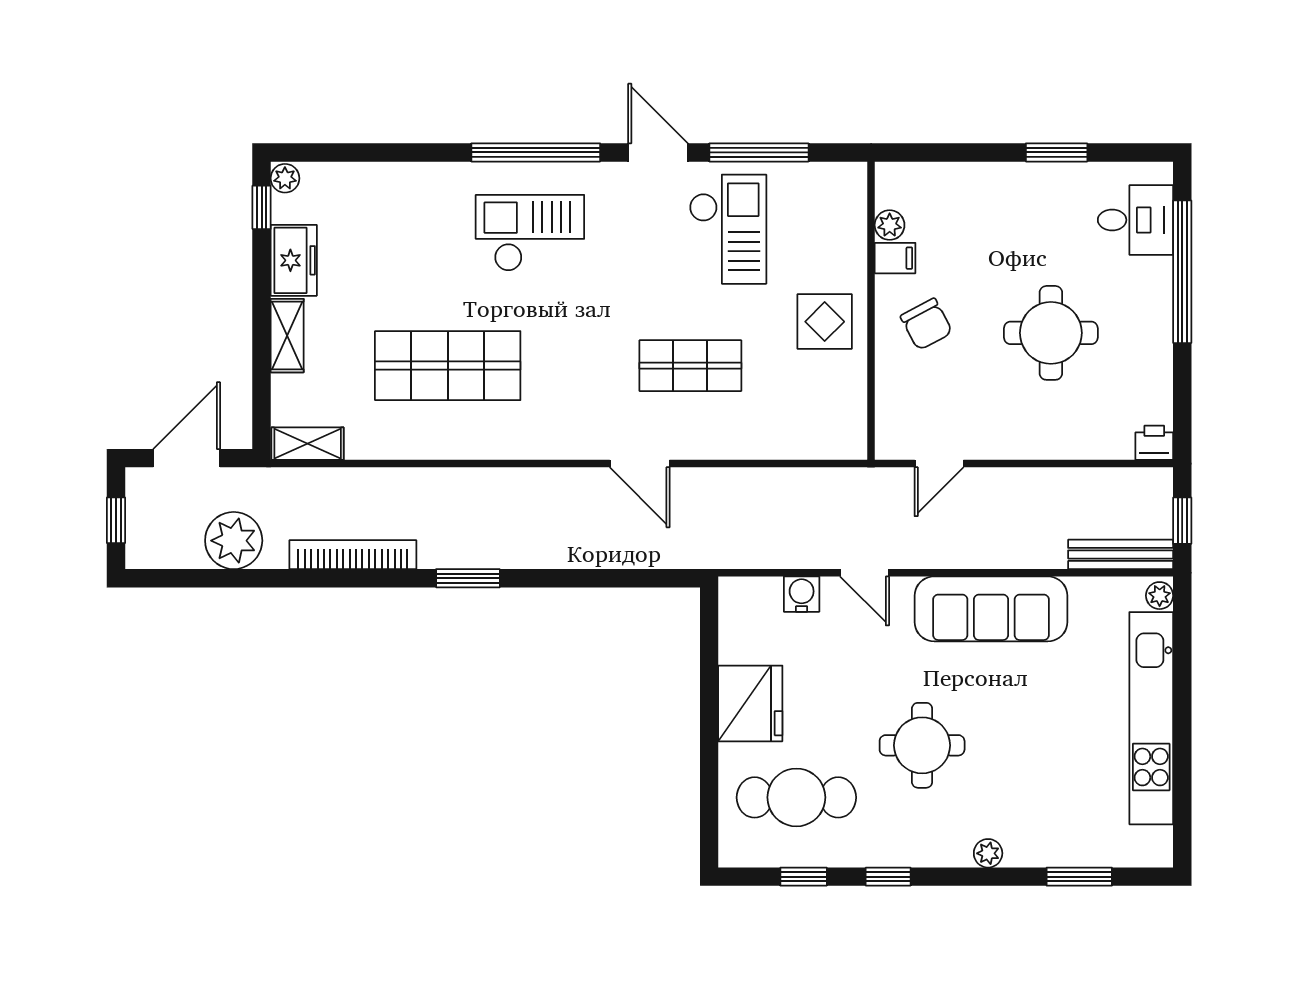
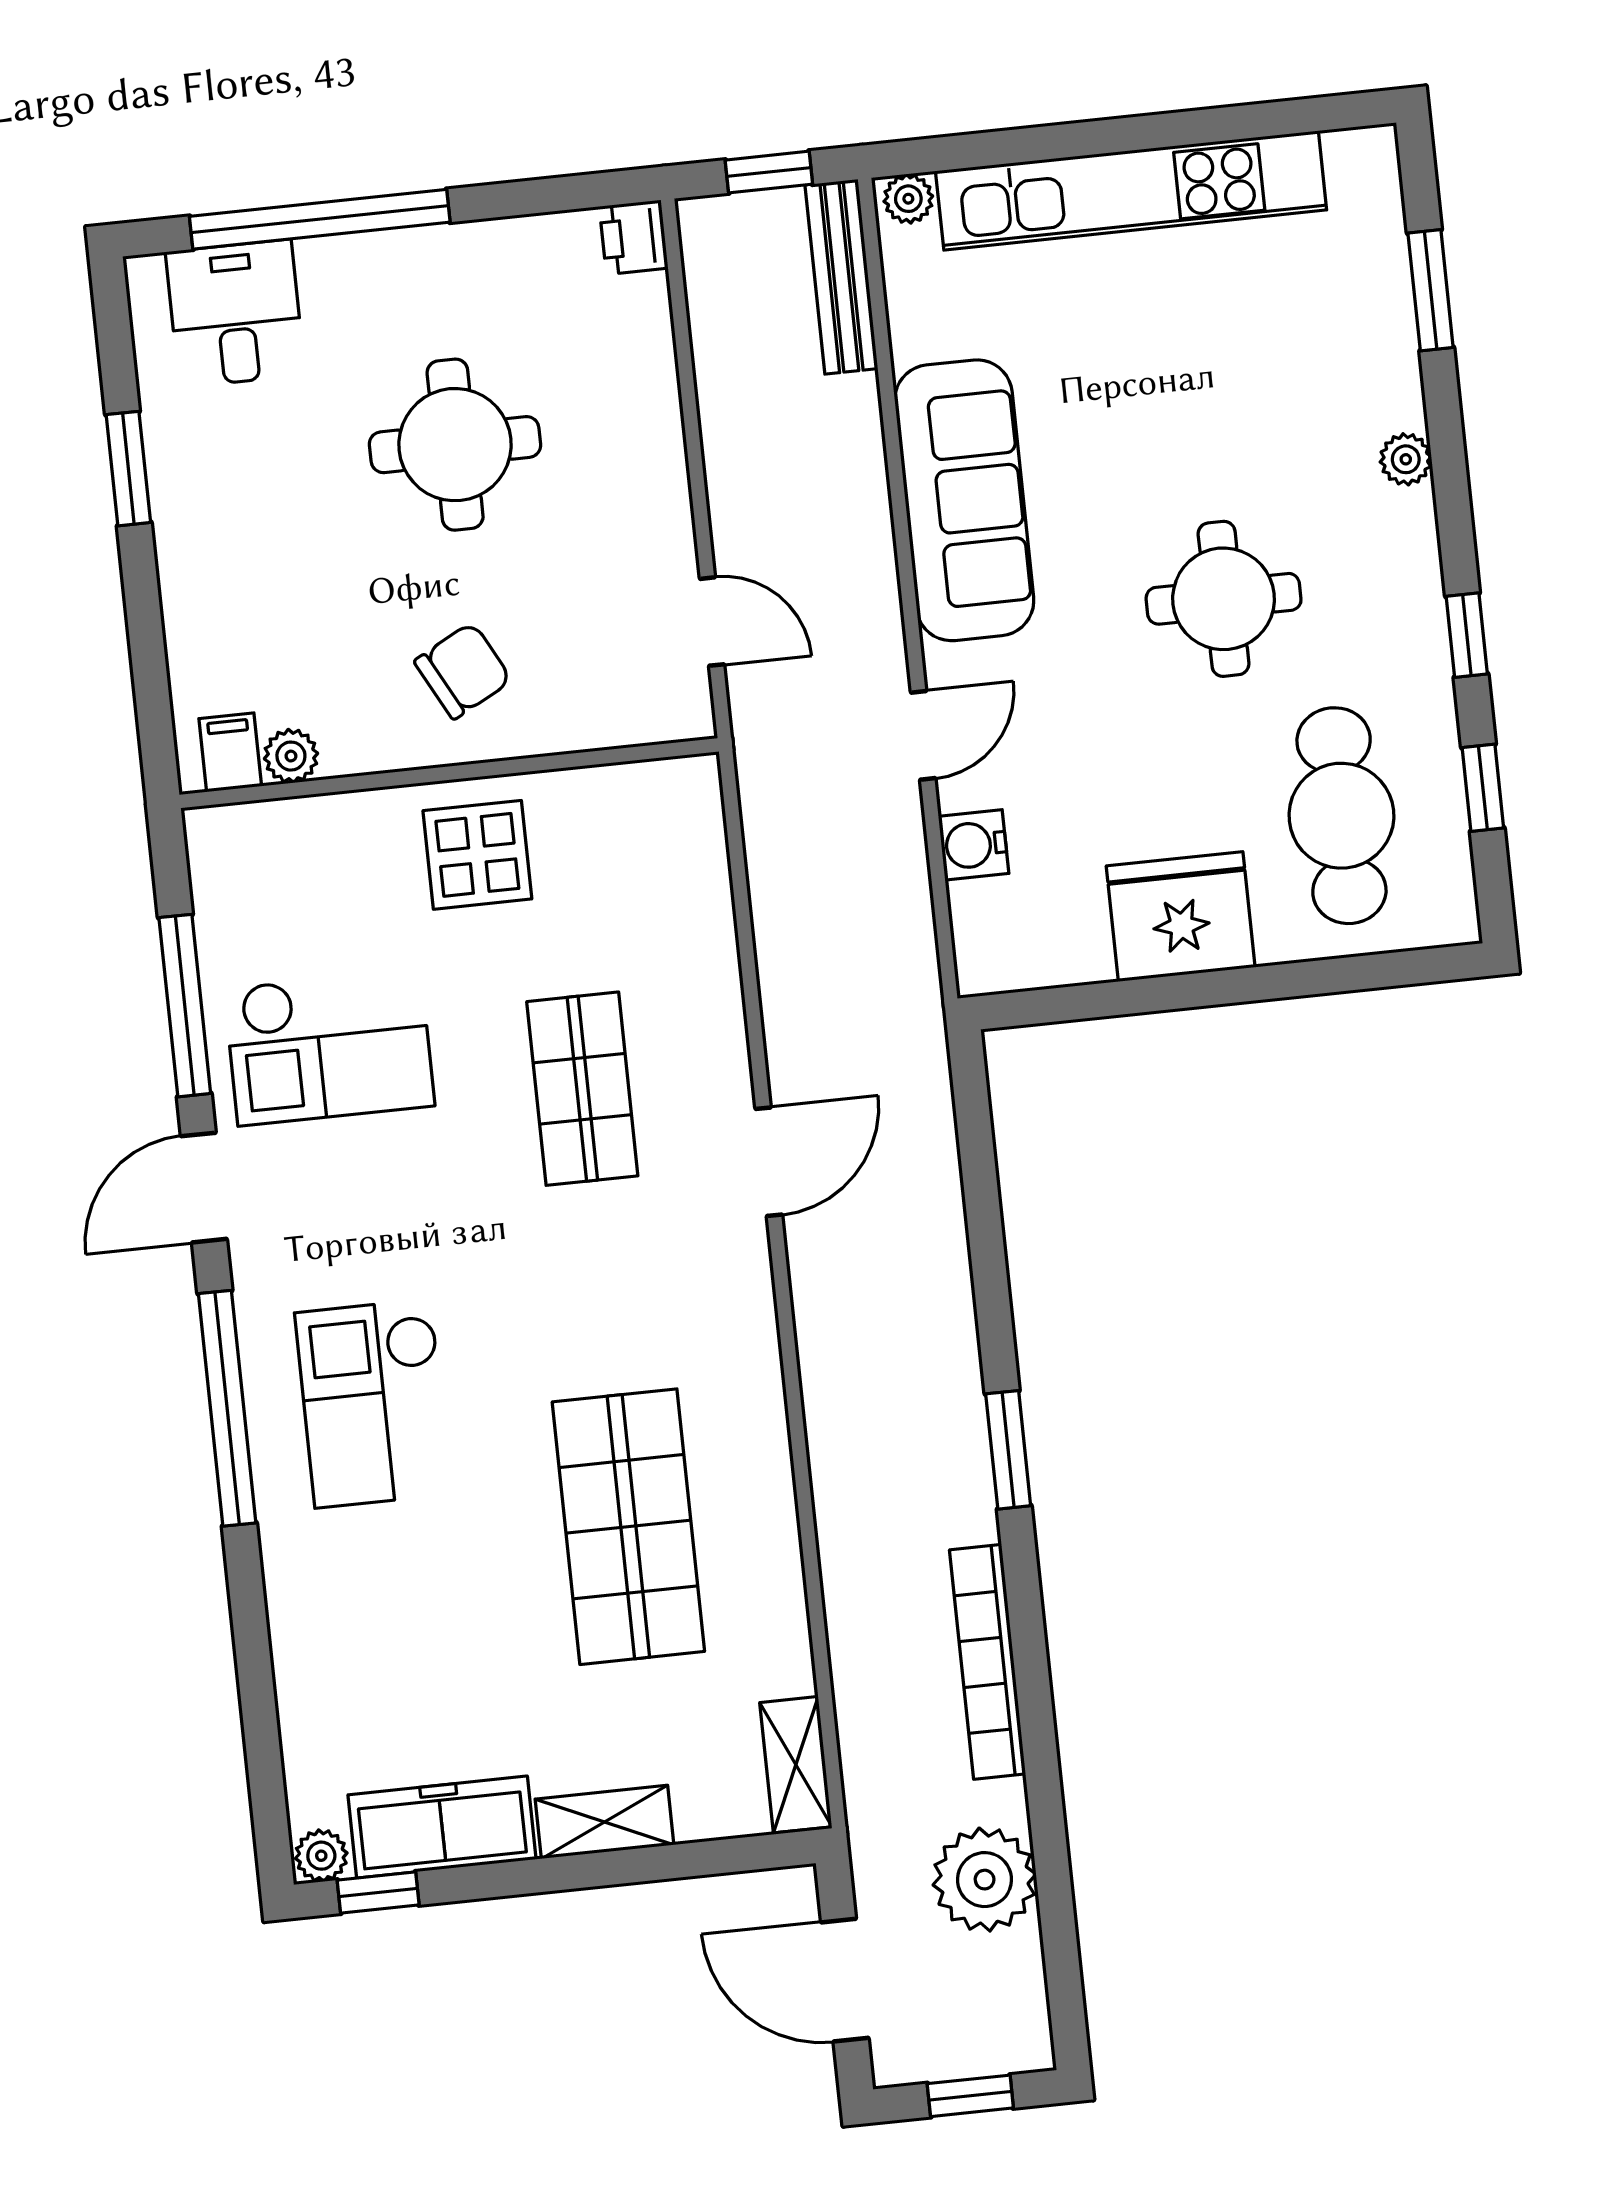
checkout: (728, 229) -> (329, 1047), turned 180
filing cabinet: (895, 258) -> (230, 752), moved
freezer: (294, 260) -> (442, 1827), width x1.40

